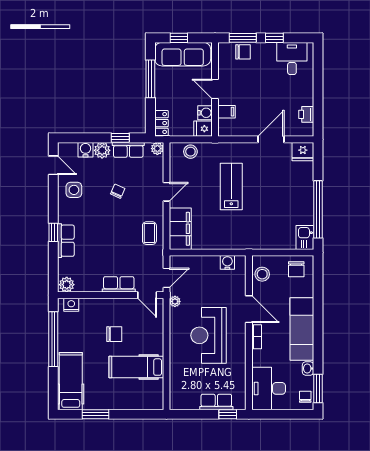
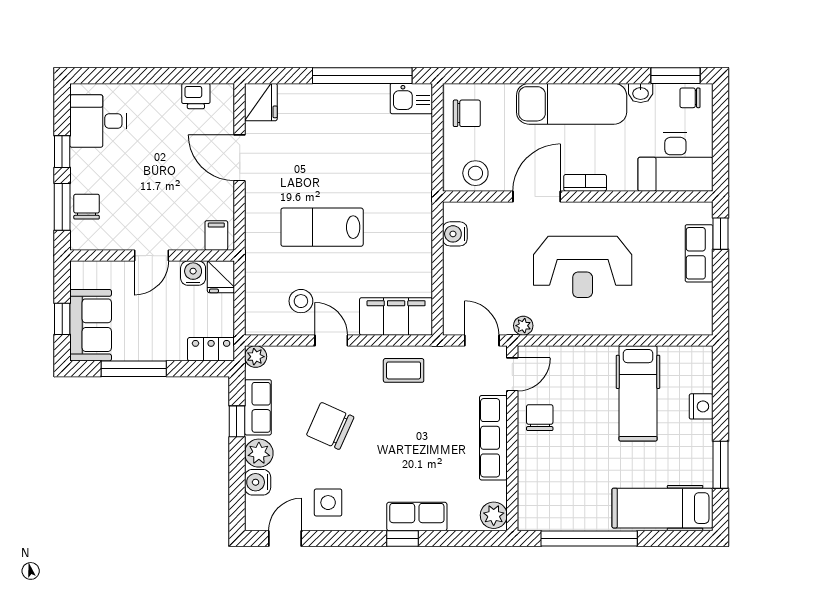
sofa: (183, 54) -> (91, 325), width x0.73
filing cabinet: (227, 112) -> (216, 235), moved
stool: (190, 152) -> (301, 301), moved
chair: (118, 191) -> (330, 426), width x1.87, depth x1.87
row of seats: (119, 284) -> (493, 438), width x1.48
nightstand: (71, 305) -> (701, 406), moved, turned 180
chair: (114, 334) -> (540, 418), moved

